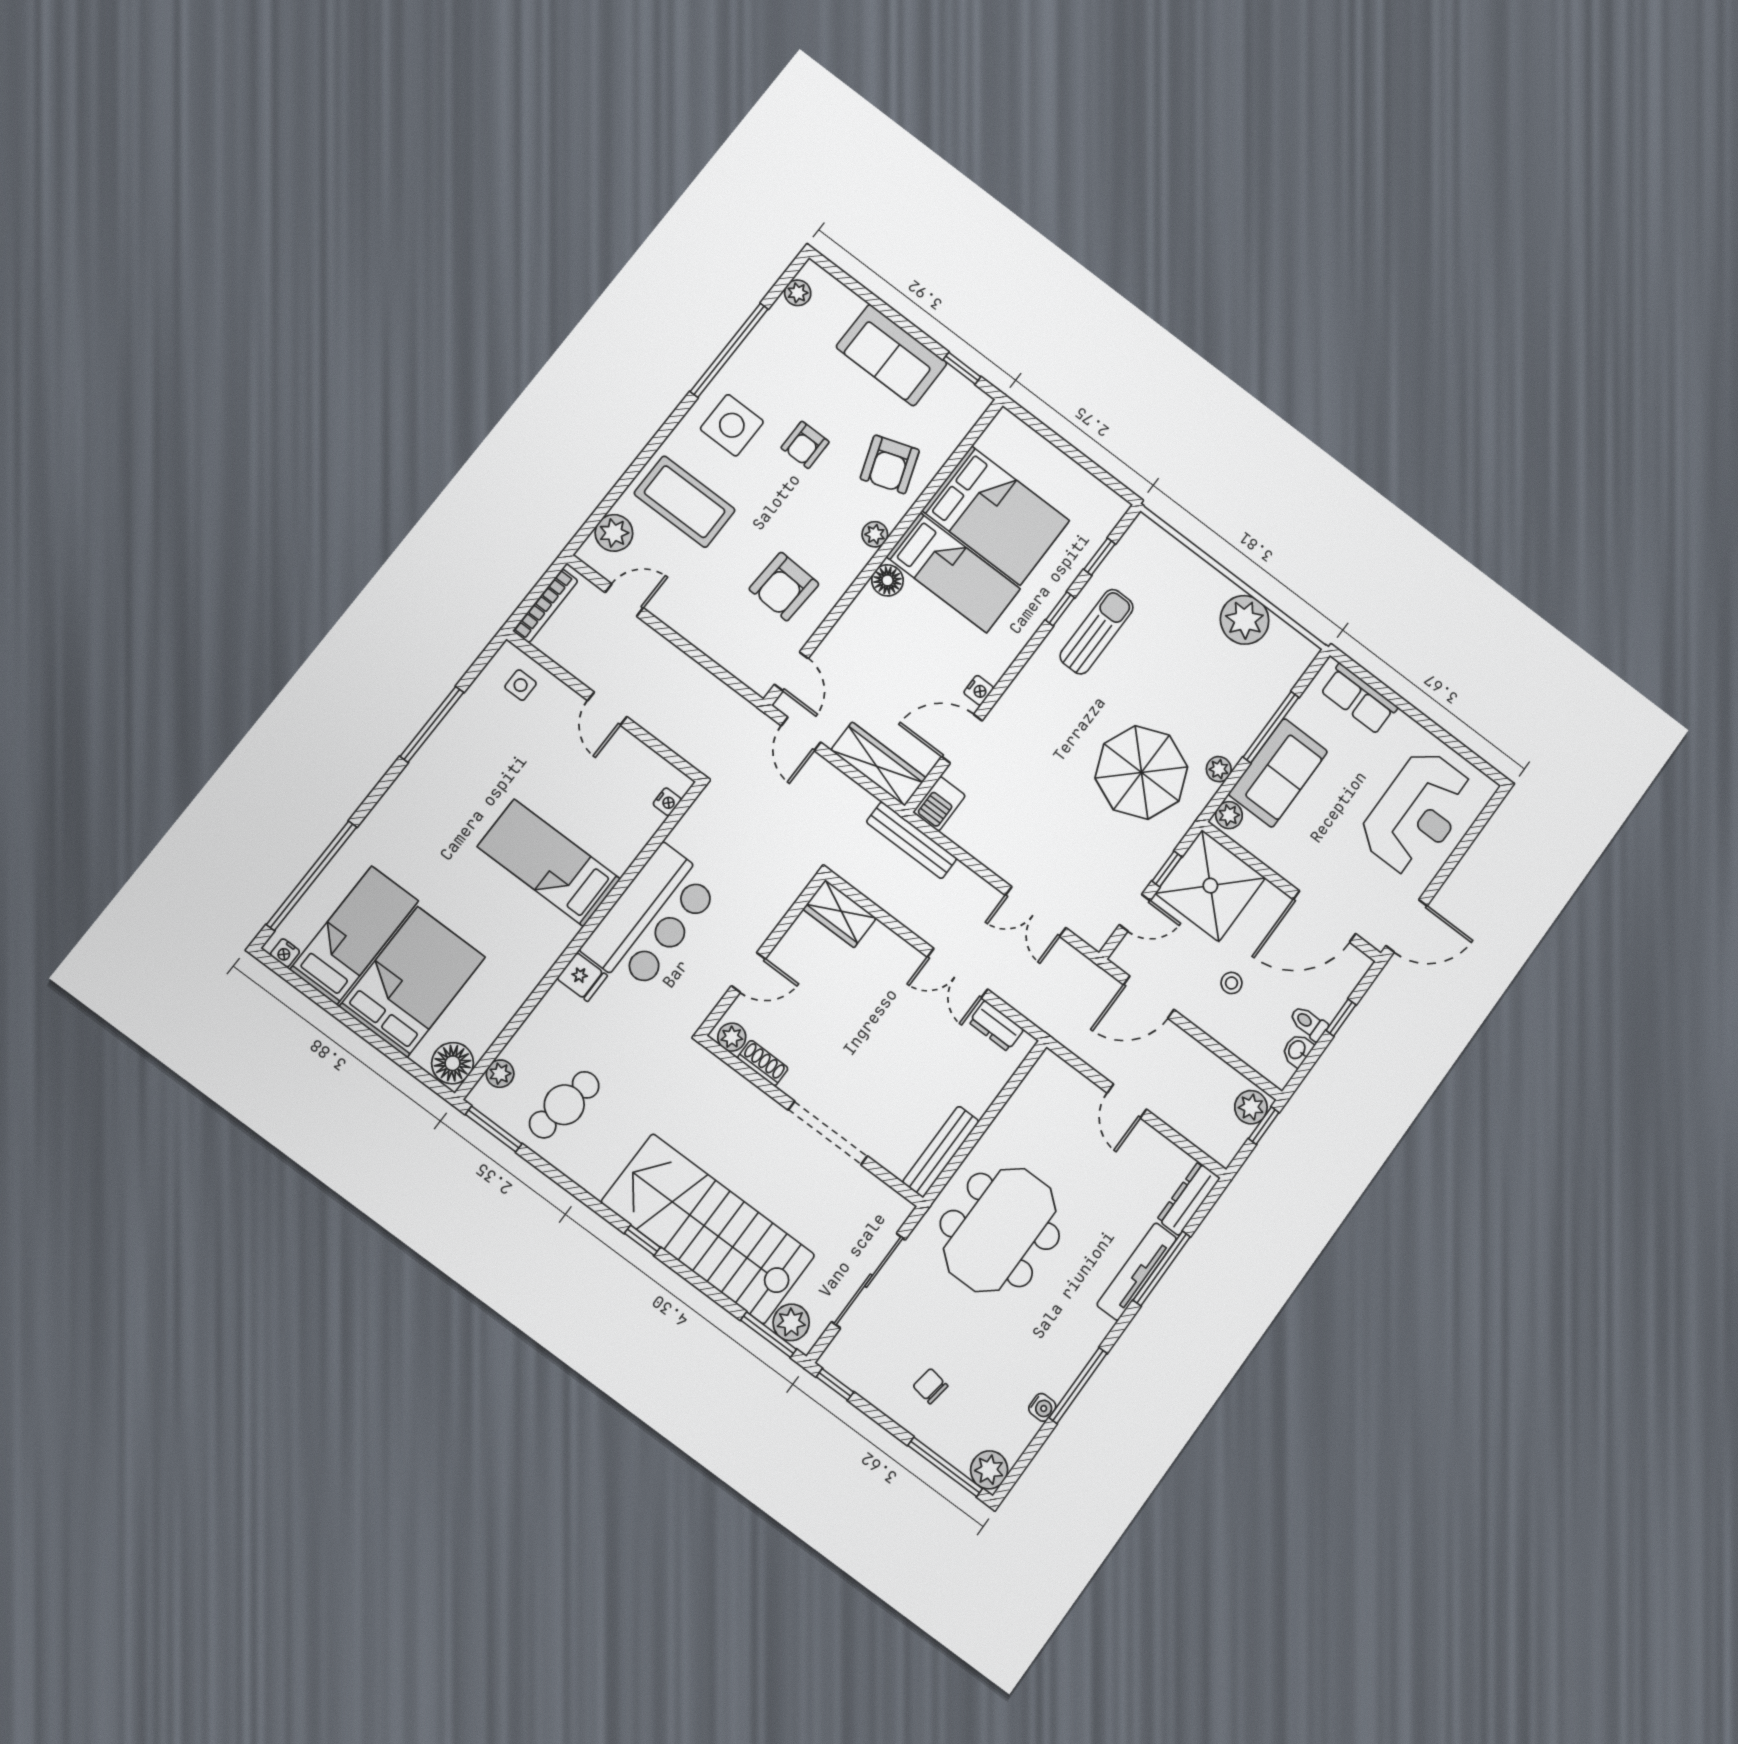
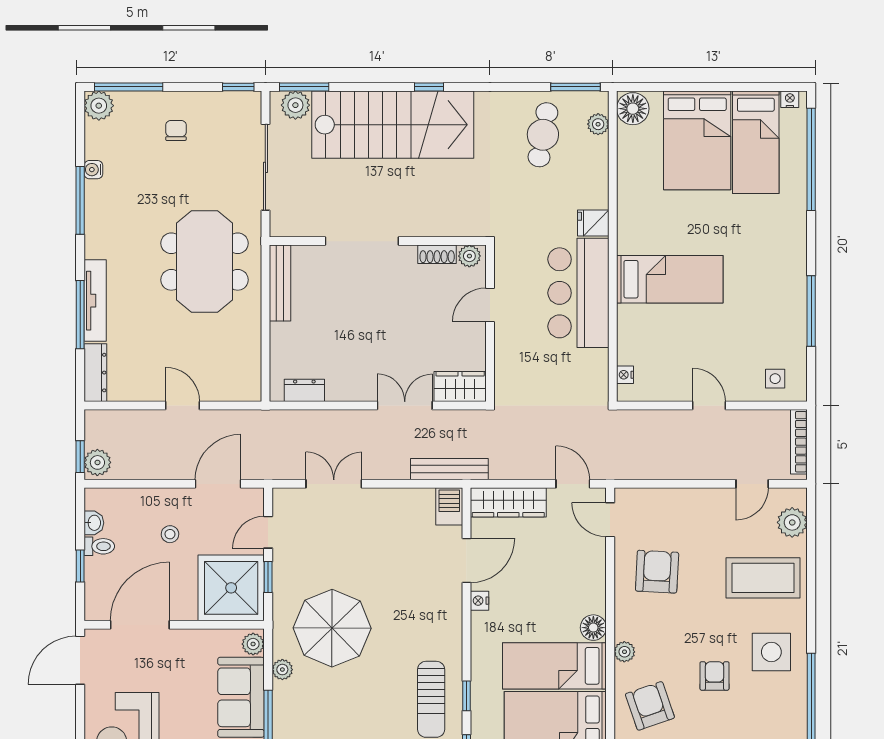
double door: (958, 973) -> (405, 405), moved
chair: (930, 1386) -> (176, 130), turned -99

